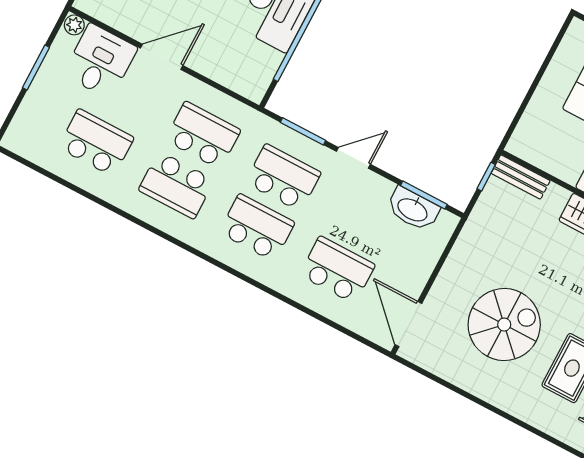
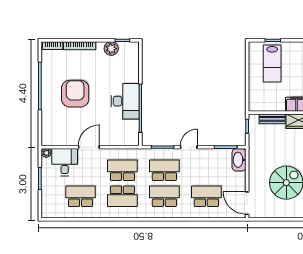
bench: (521, 177) -> (272, 119), moved
washbasin: (413, 209) -> (239, 160), moved, turned 90

